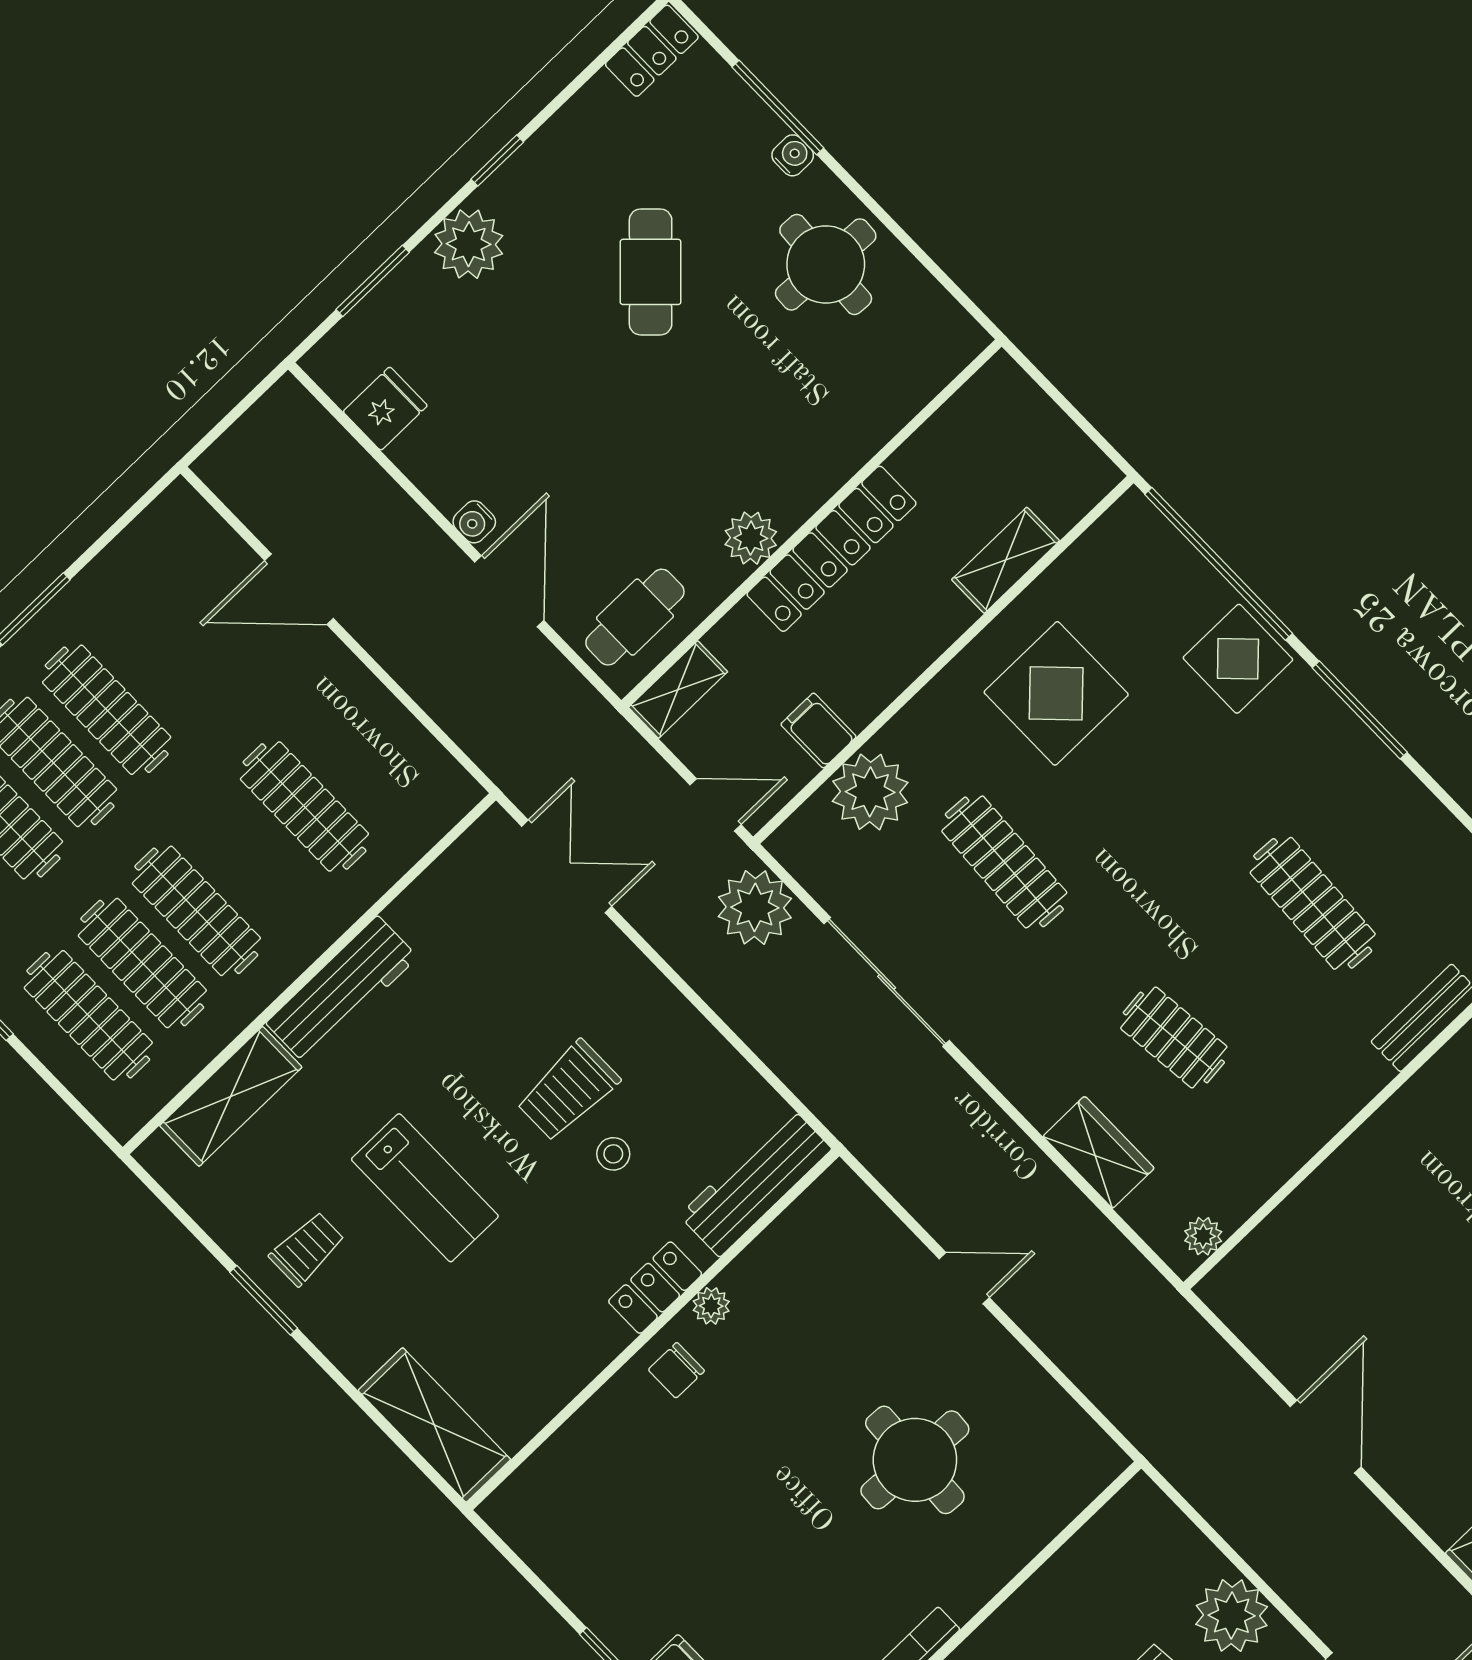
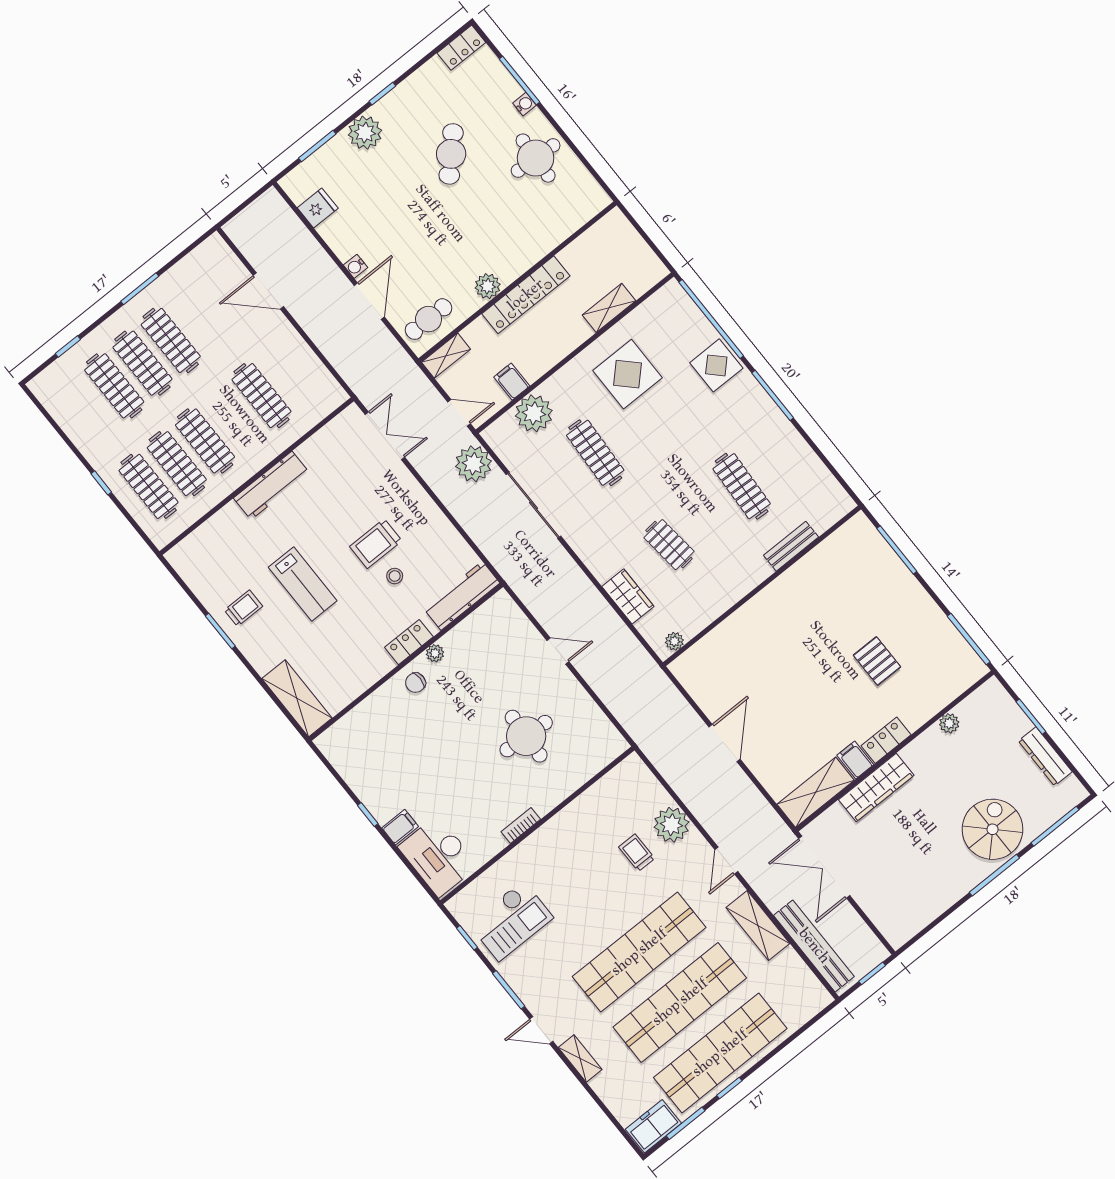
shelving: (231, 1096) -> (213, 532), removed

